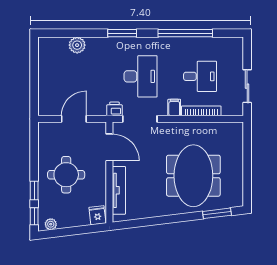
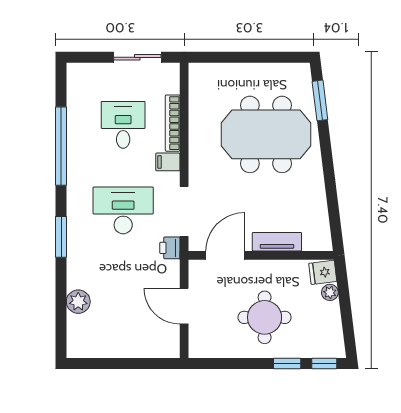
tv unit: (119, 190) -> (277, 242), width x0.71
plant: (51, 224) -> (330, 292), moved

